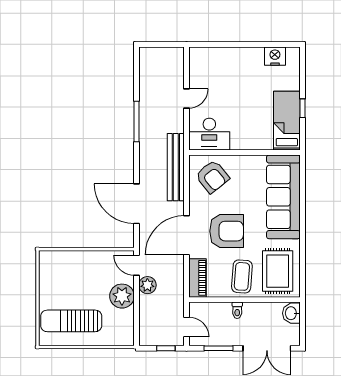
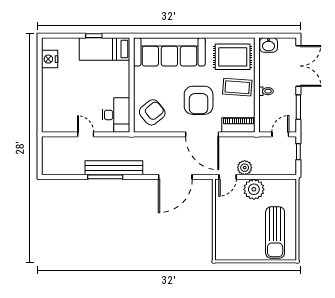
bench: (176, 167) -> (114, 168), moved
armchair: (227, 231) -> (199, 100), turned 180

